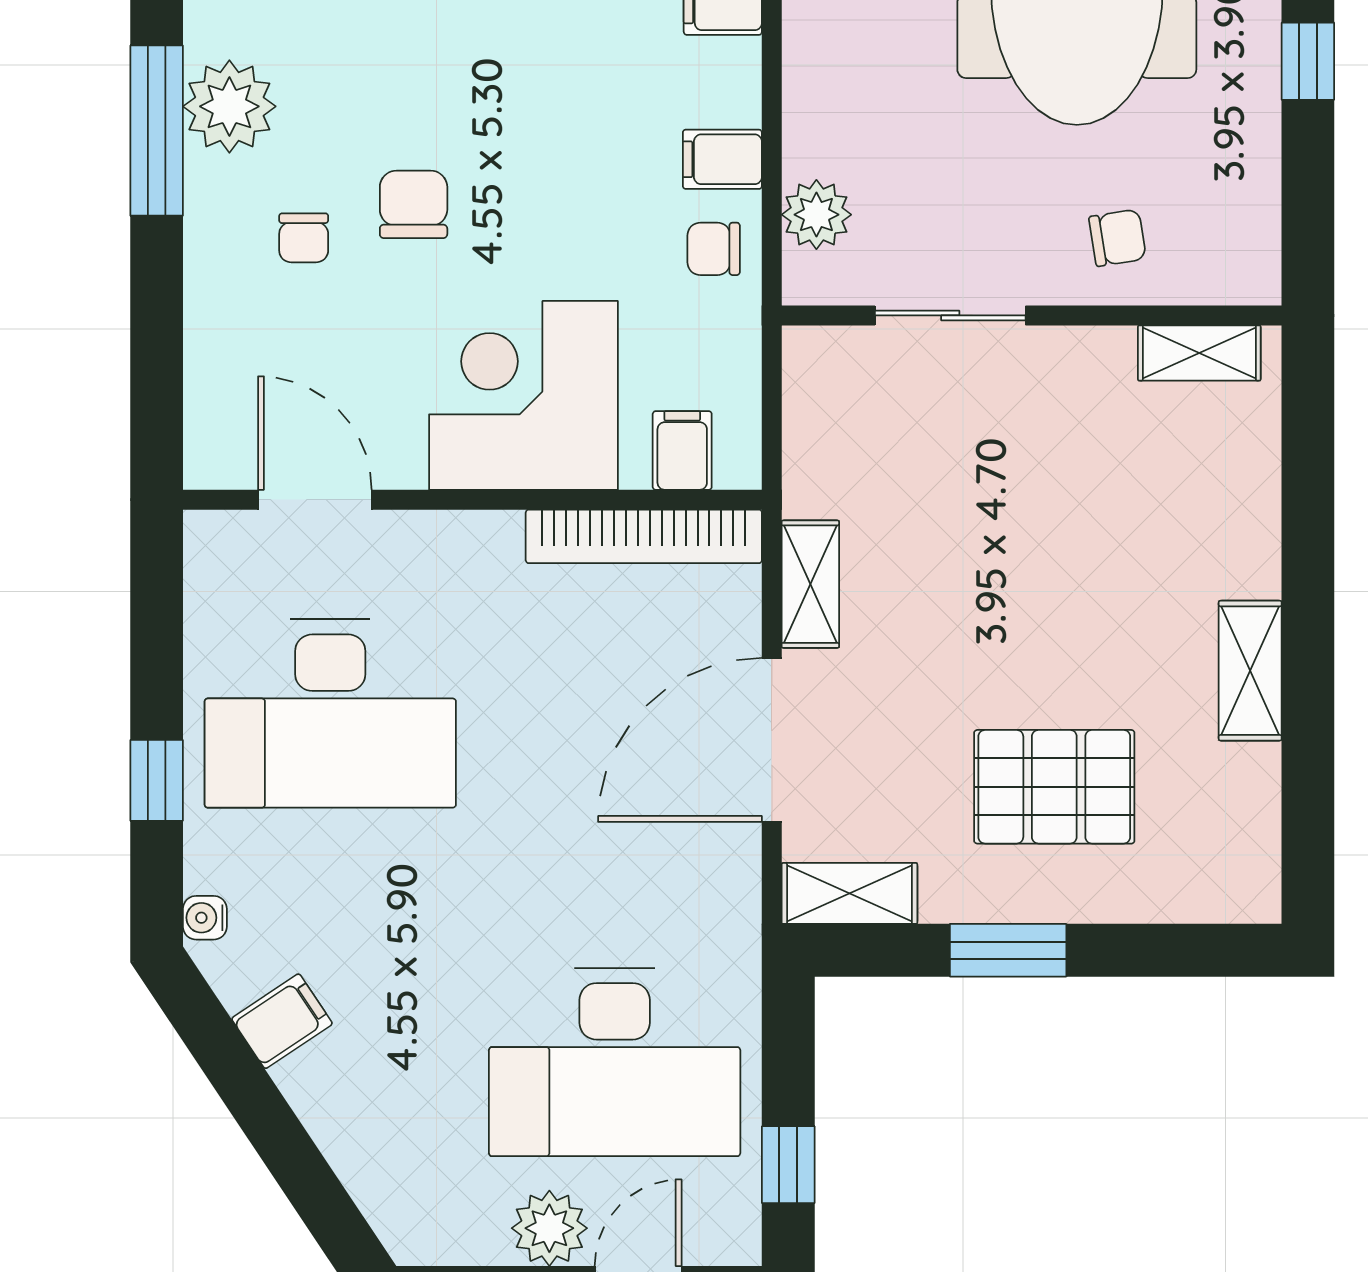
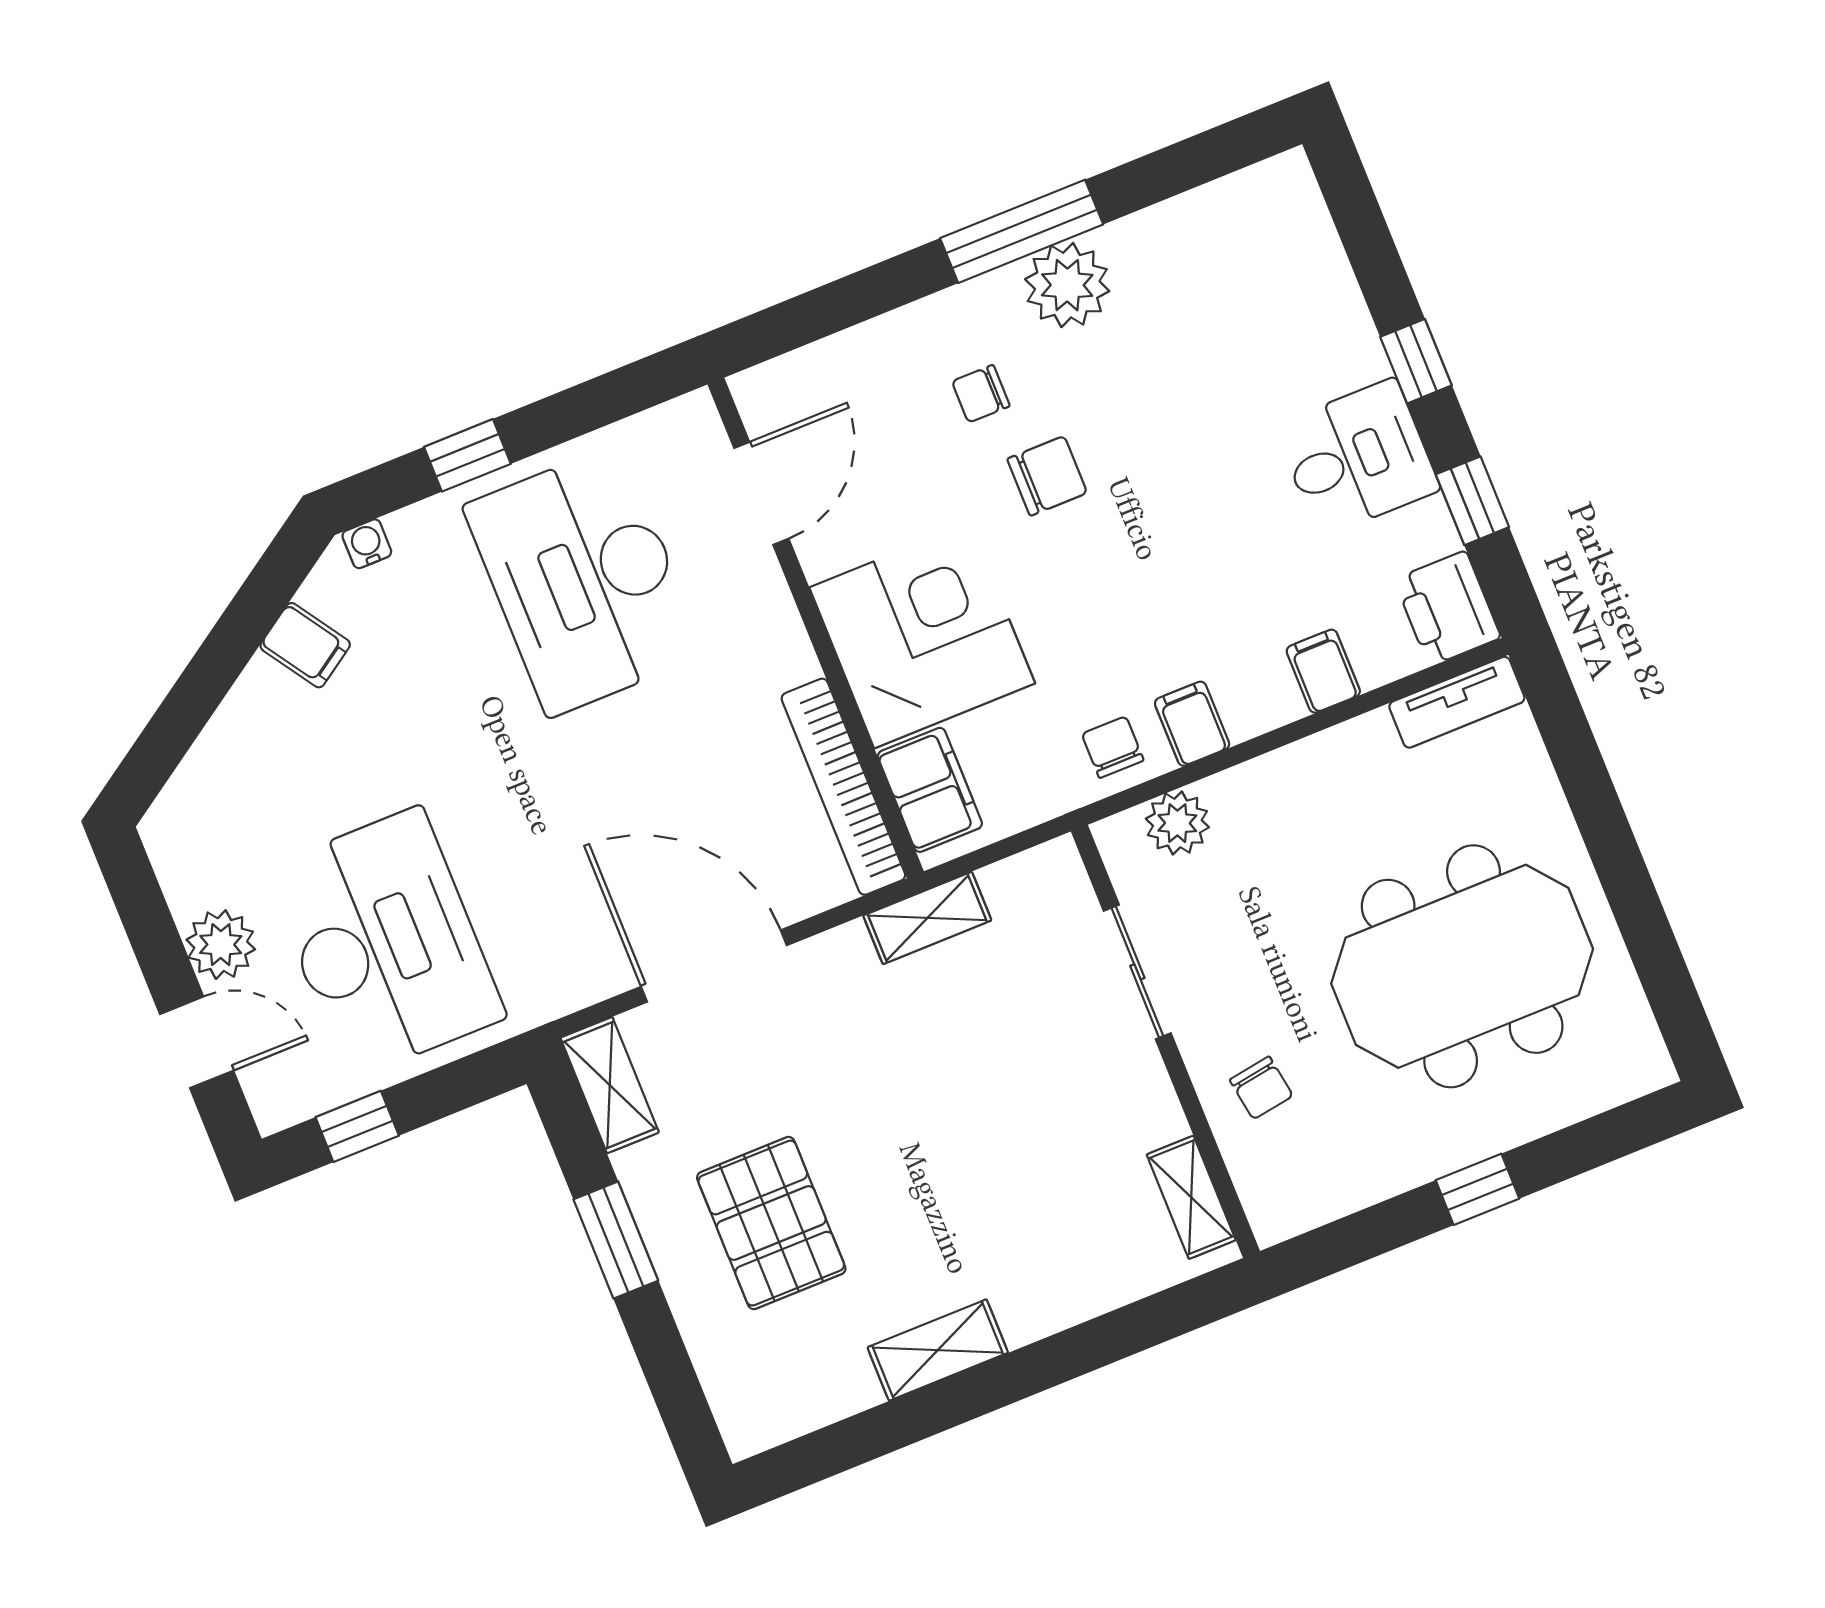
filing cabinet: (682, 450) -> (930, 790), width x2.00
shelving: (810, 584) -> (927, 918), moved
desk: (615, 1062) -> (385, 943), turned 180

